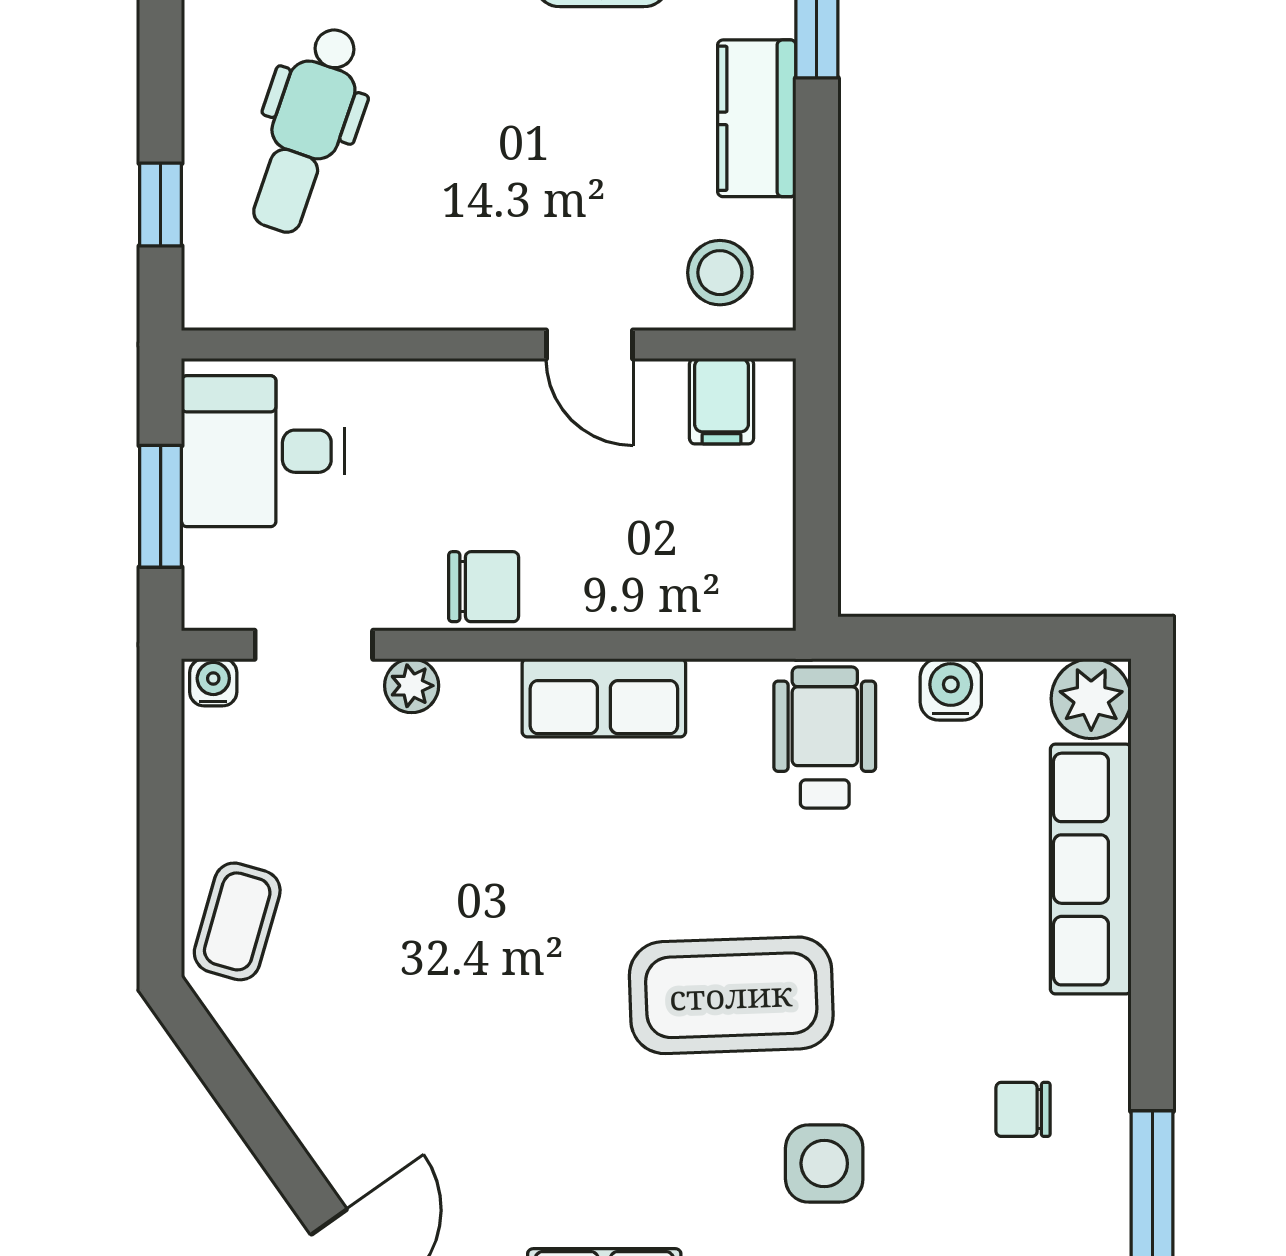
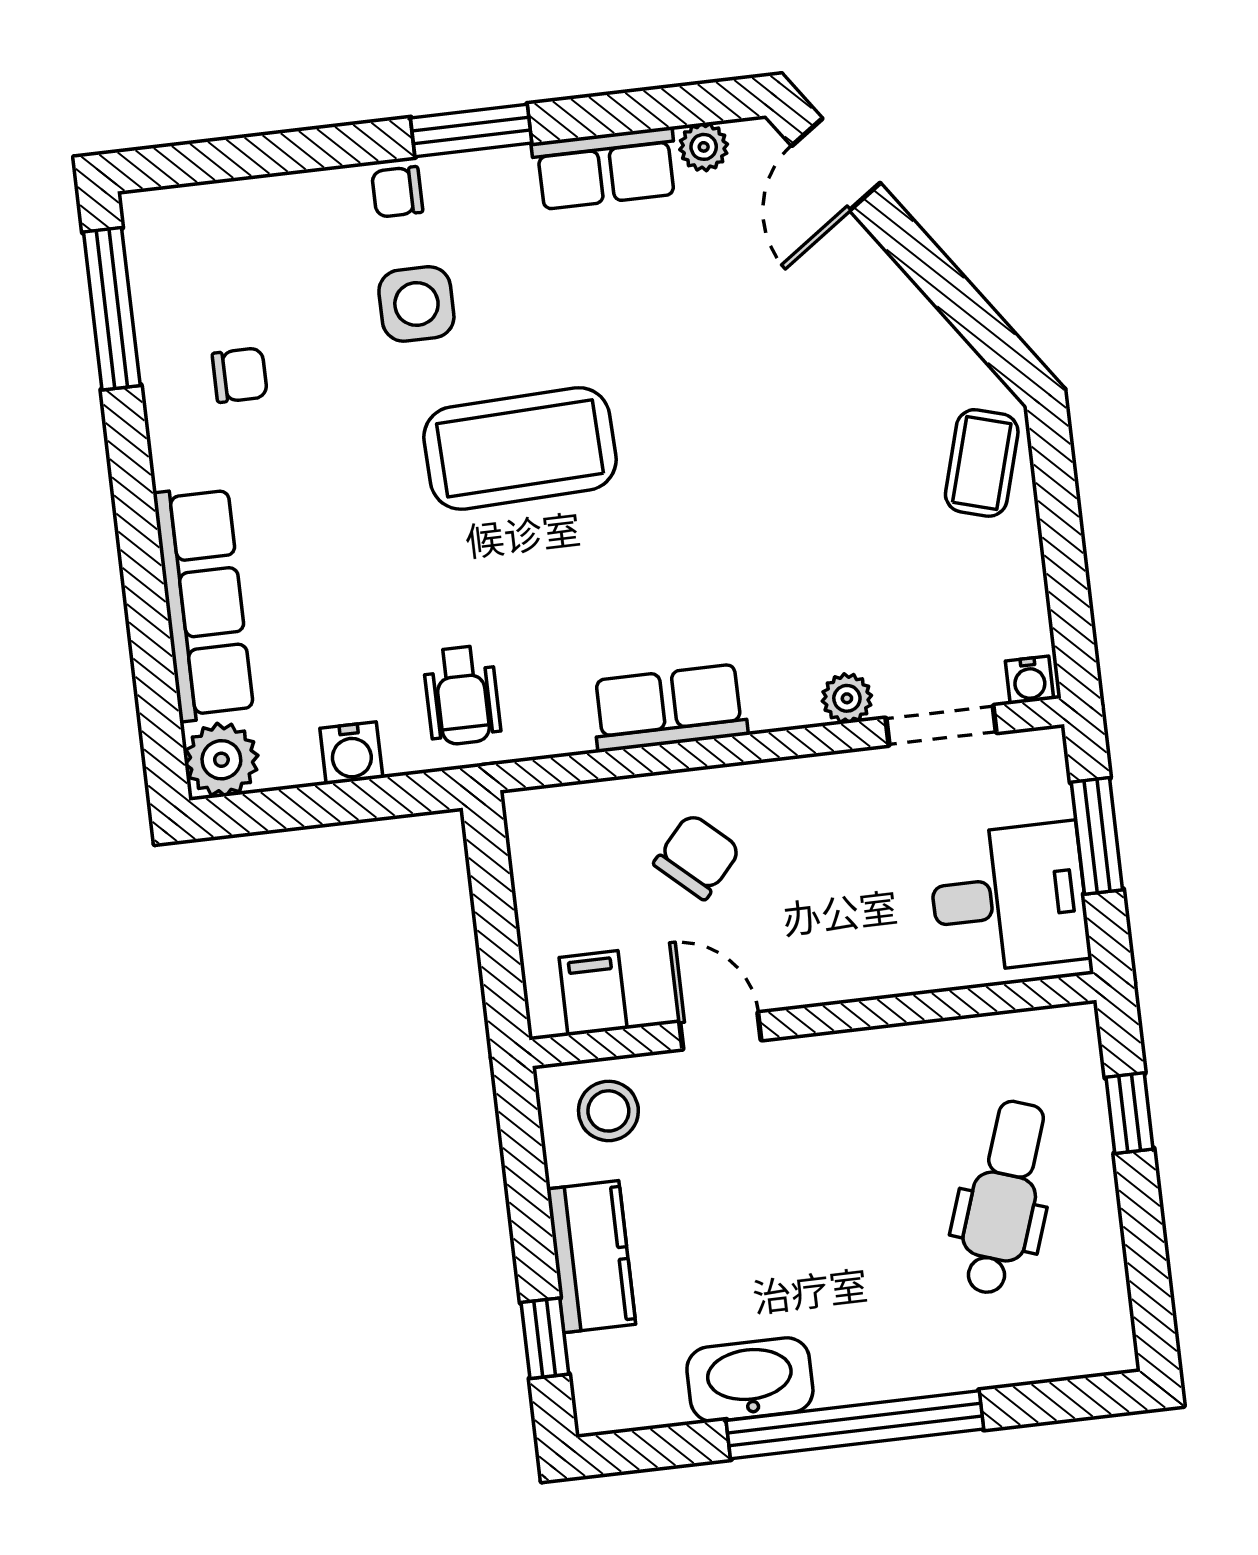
chair: (484, 587) -> (697, 856), moved, turned 132
wheelchair: (825, 737) -> (462, 695), width x0.73, depth x0.73

